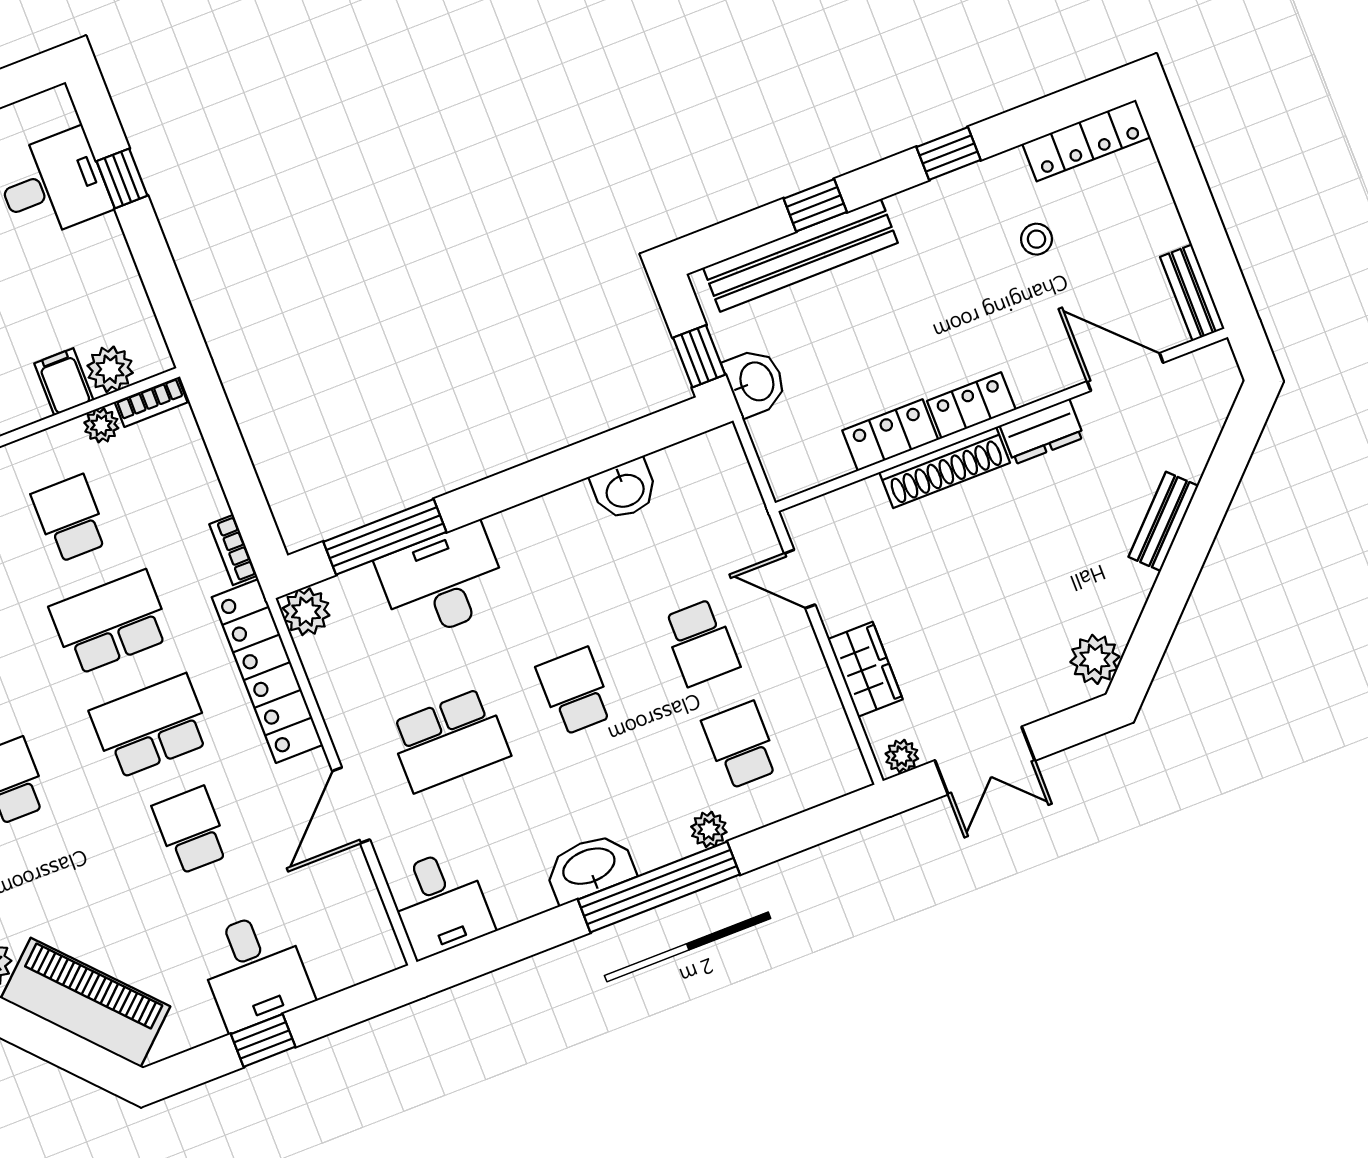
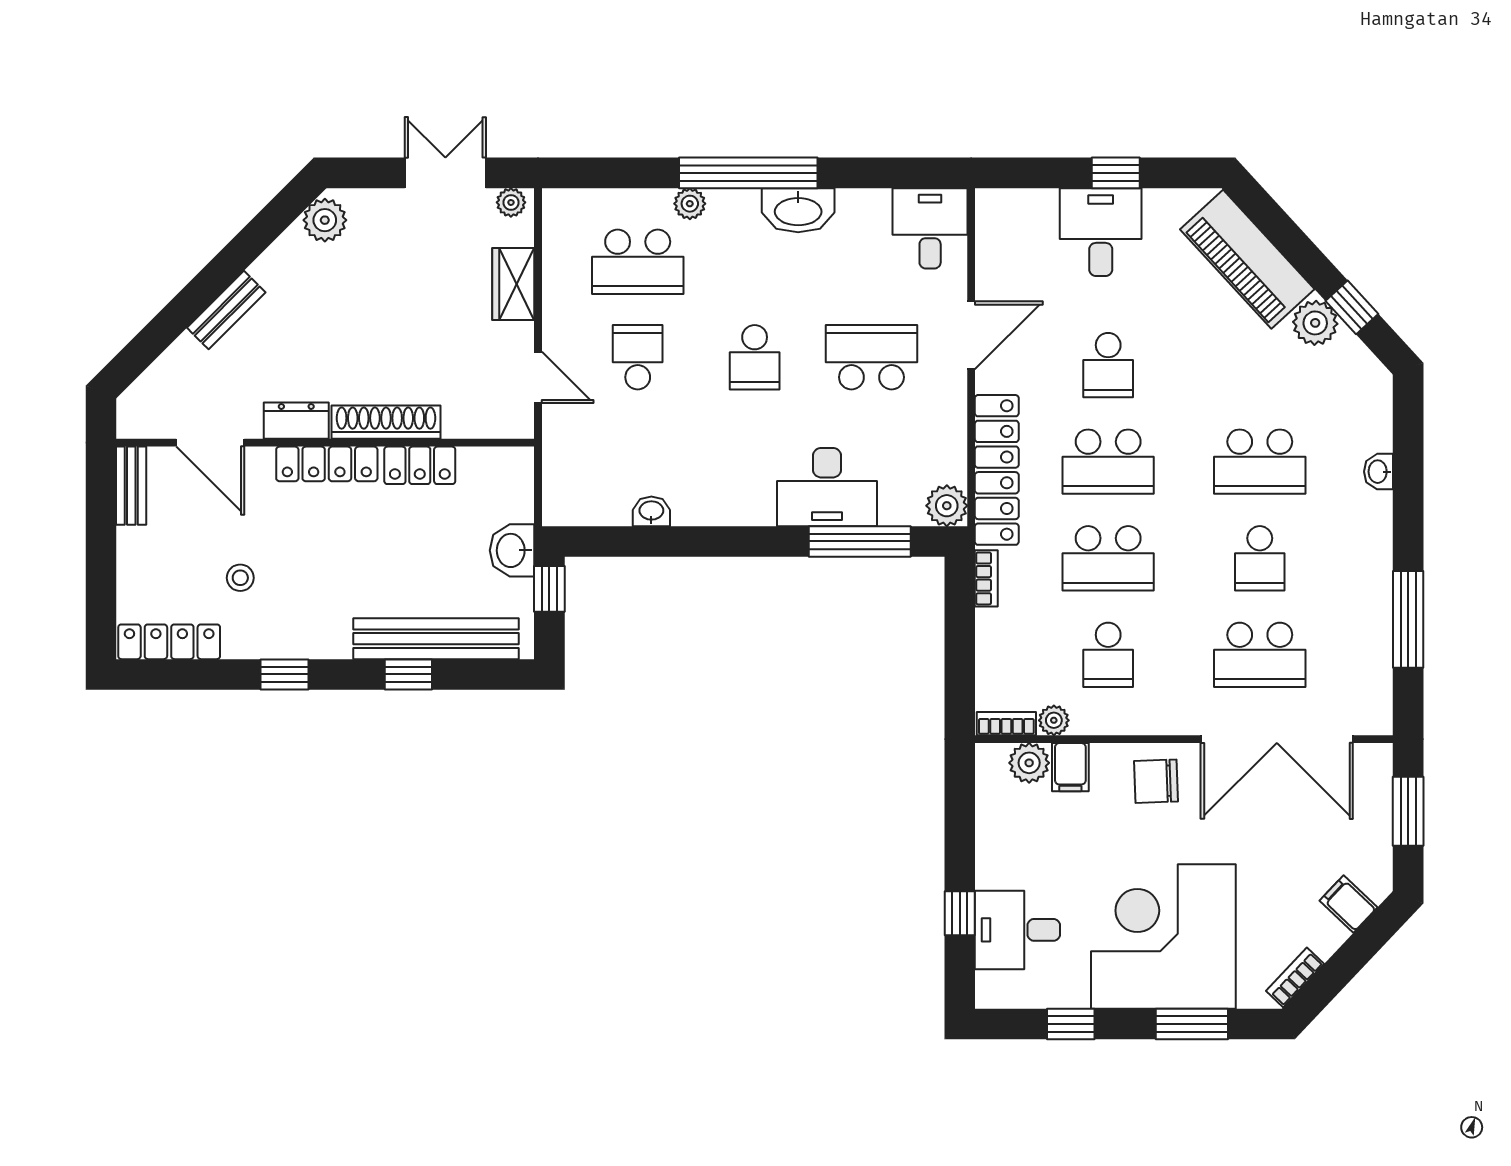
locker: (971, 405) -> (327, 464), width x1.53
washbasin: (625, 489) -> (651, 511), width x0.72, depth x0.69
school desk: (741, 745) -> (638, 262), width x1.85

